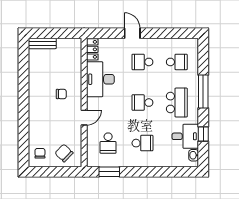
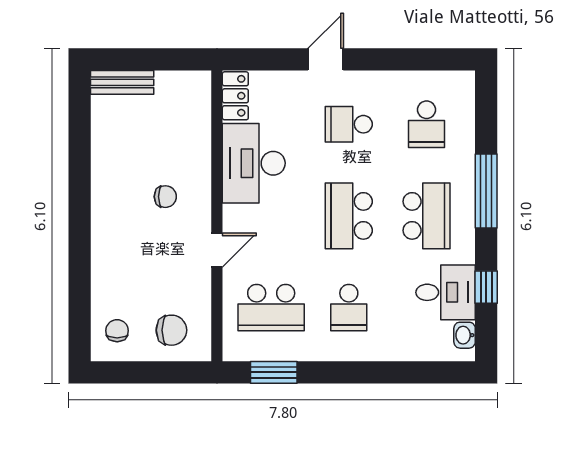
door: (132, 33) -> (326, 59), hinge flipped
school desk: (177, 62) -> (427, 124), turned 90
school desk: (142, 103) -> (349, 216), width x1.85
school desk: (108, 143) -> (271, 308), width x1.85
school desk: (142, 143) -> (349, 308), turned 90
chair: (64, 153) -> (171, 330), turned 136

